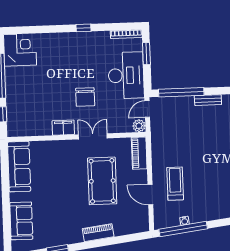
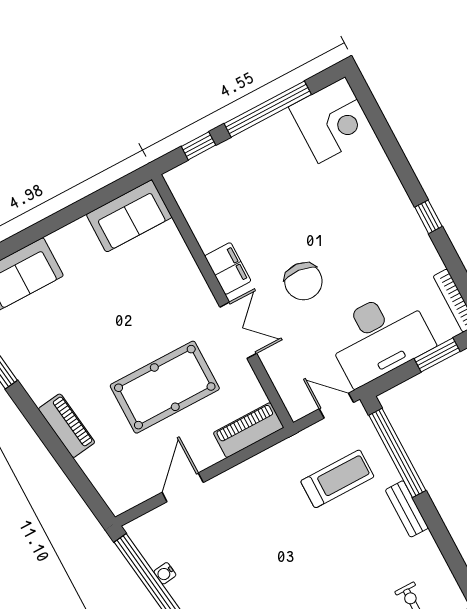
chair: (85, 97) -> (303, 281), turned -85
plant: (139, 126) -> (299, 405), removed
sofa: (19, 167) -> (129, 216), width x0.73
treadmill: (175, 184) -> (337, 479), moved

